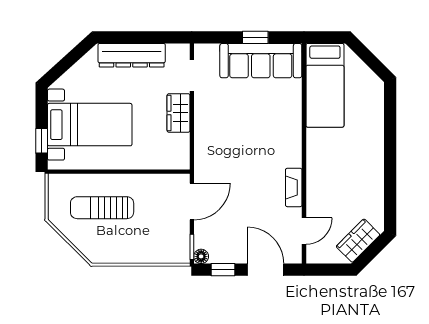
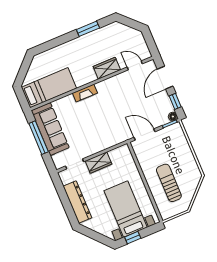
window: (255, 37) -> (39, 138), width x2.17
window: (42, 141) -> (133, 238), moved
window: (390, 183) -> (88, 29), added
fireplace: (294, 187) -> (85, 93), moved
sun lounger: (102, 208) -> (169, 183), turned 180
wardrobe: (358, 241) -> (107, 68), moved, turned 135

